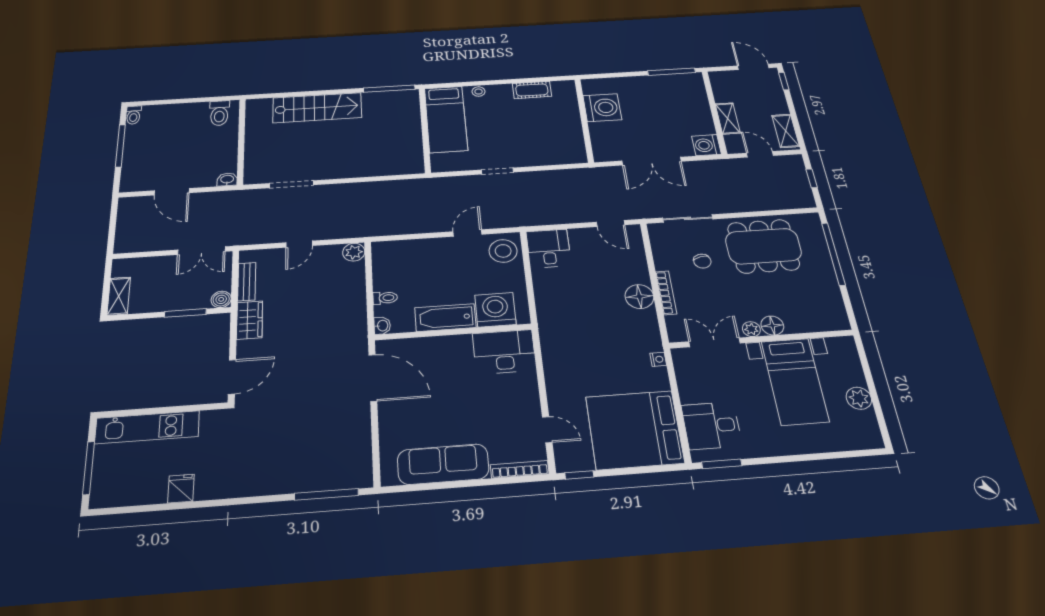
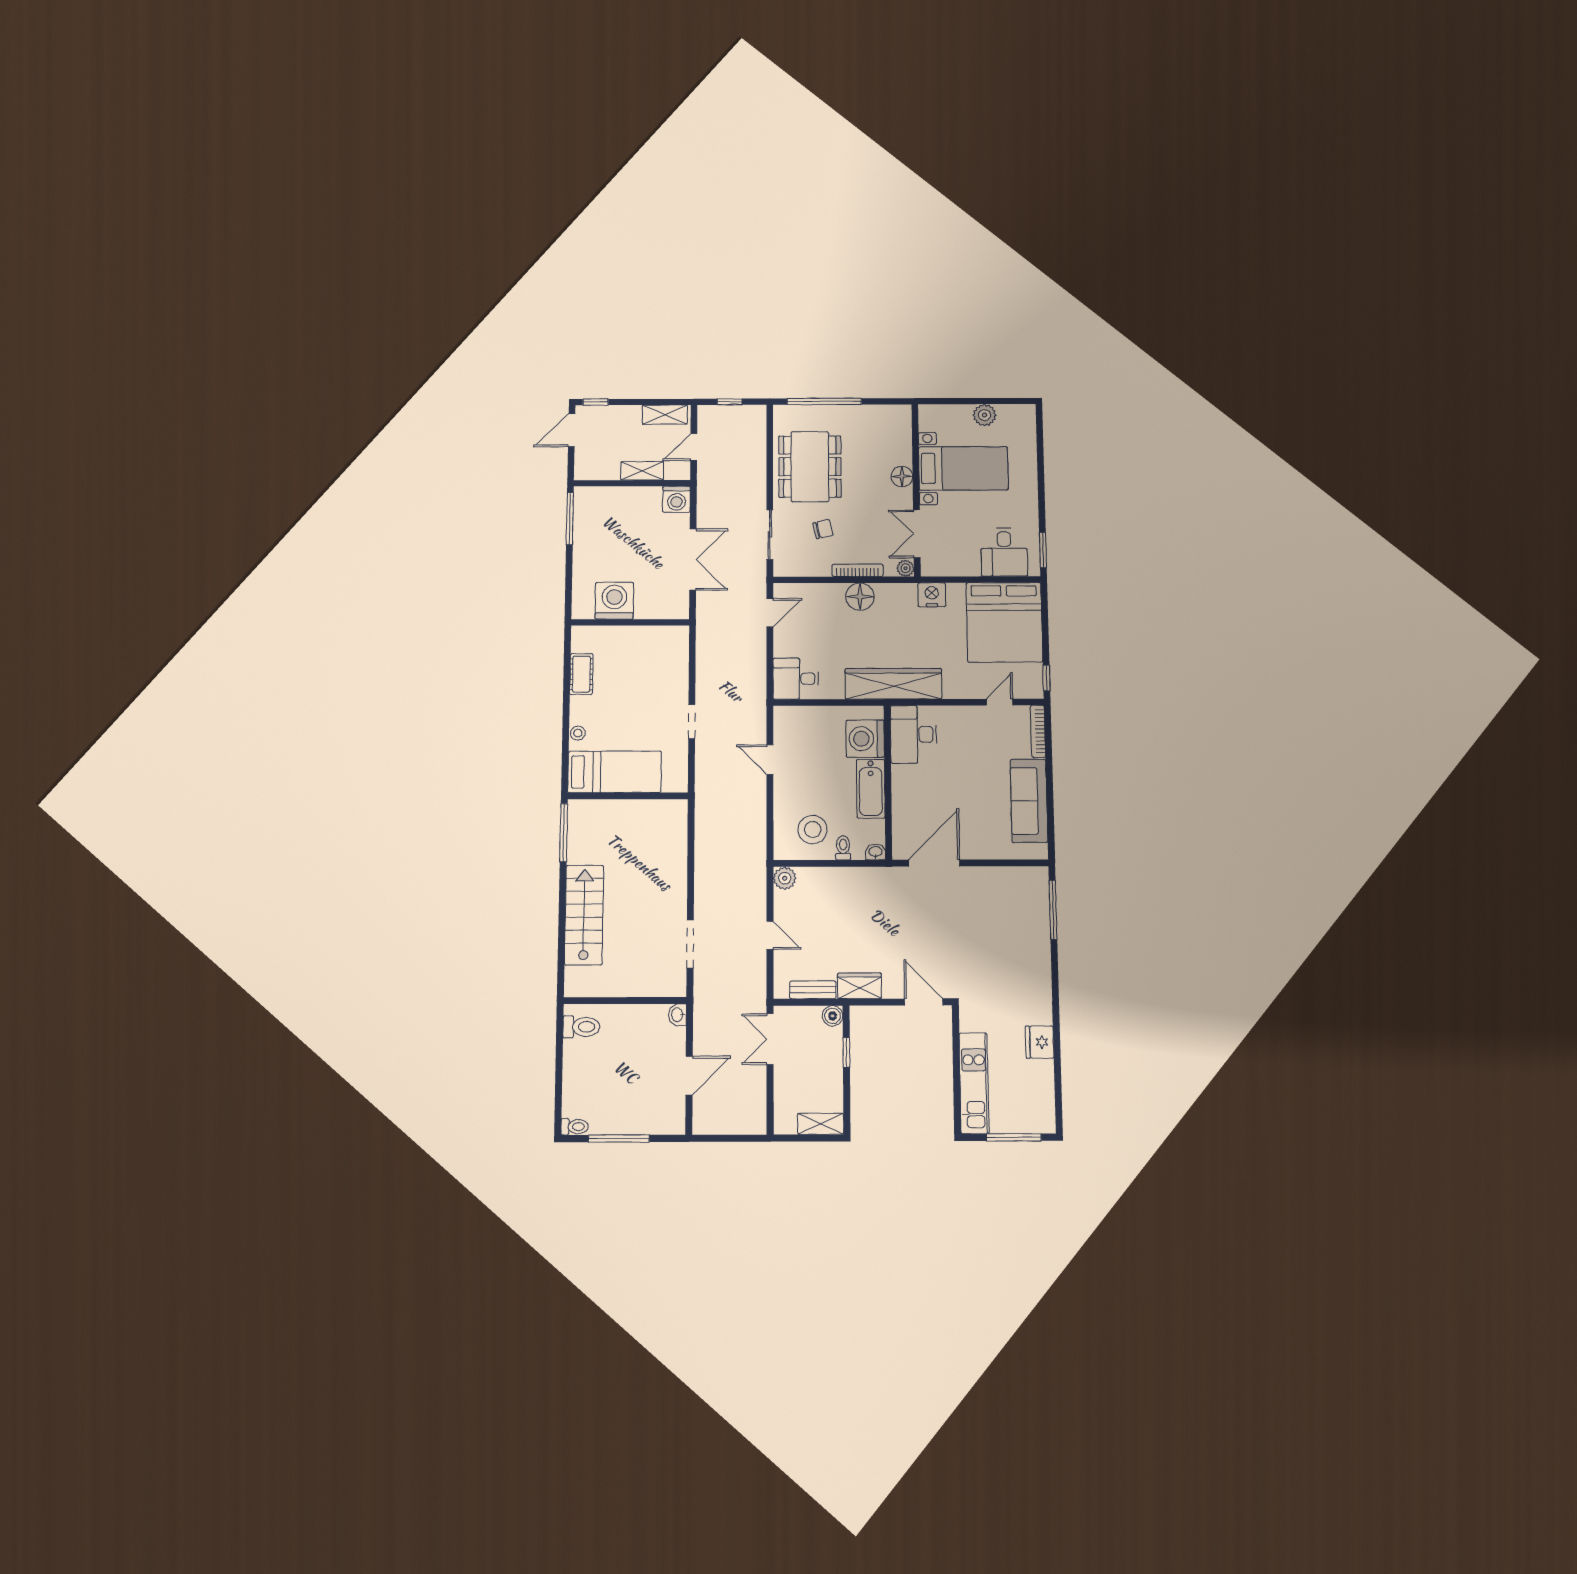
double door: (201, 251) -> (770, 1039), swing flipped
stool: (503, 251) -> (813, 829), moved
window: (185, 313) -> (846, 1052), width x0.67
plant: (751, 329) -> (906, 568), moved
wardrobe: (554, 331) -> (893, 684), added
nightstand: (658, 359) -> (932, 595), width x1.89, depth x1.79
fridge: (181, 489) -> (1040, 1042), width x1.38

